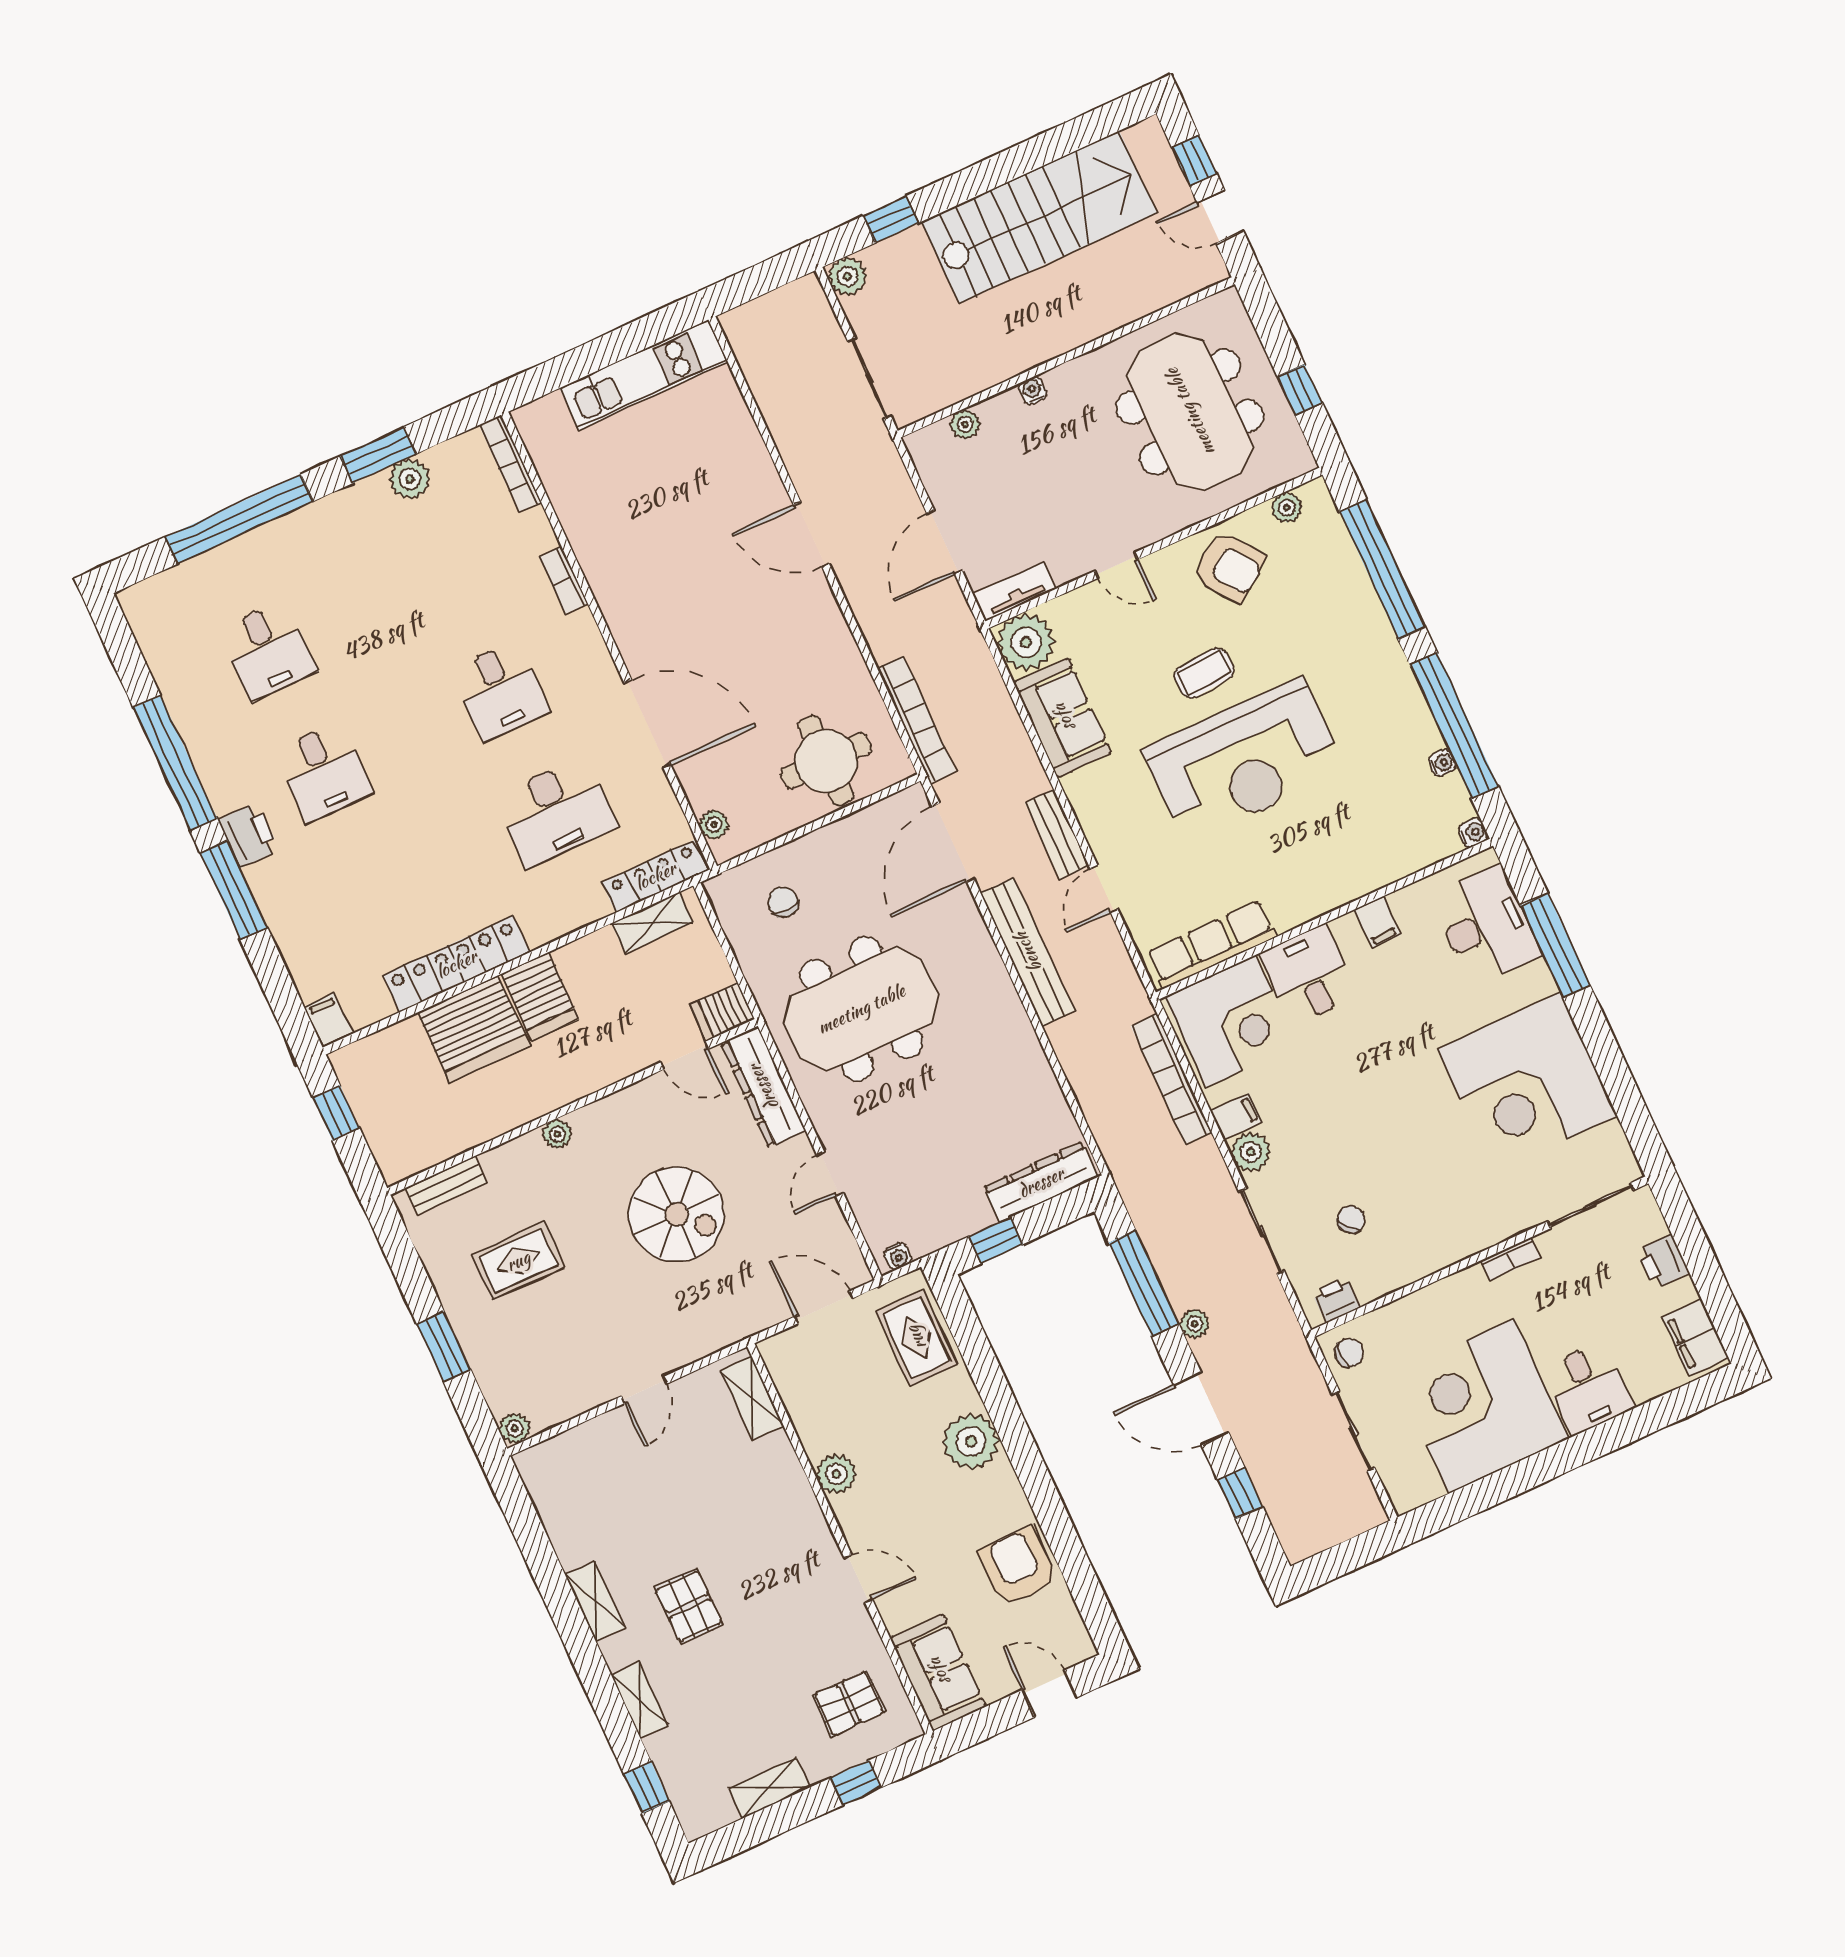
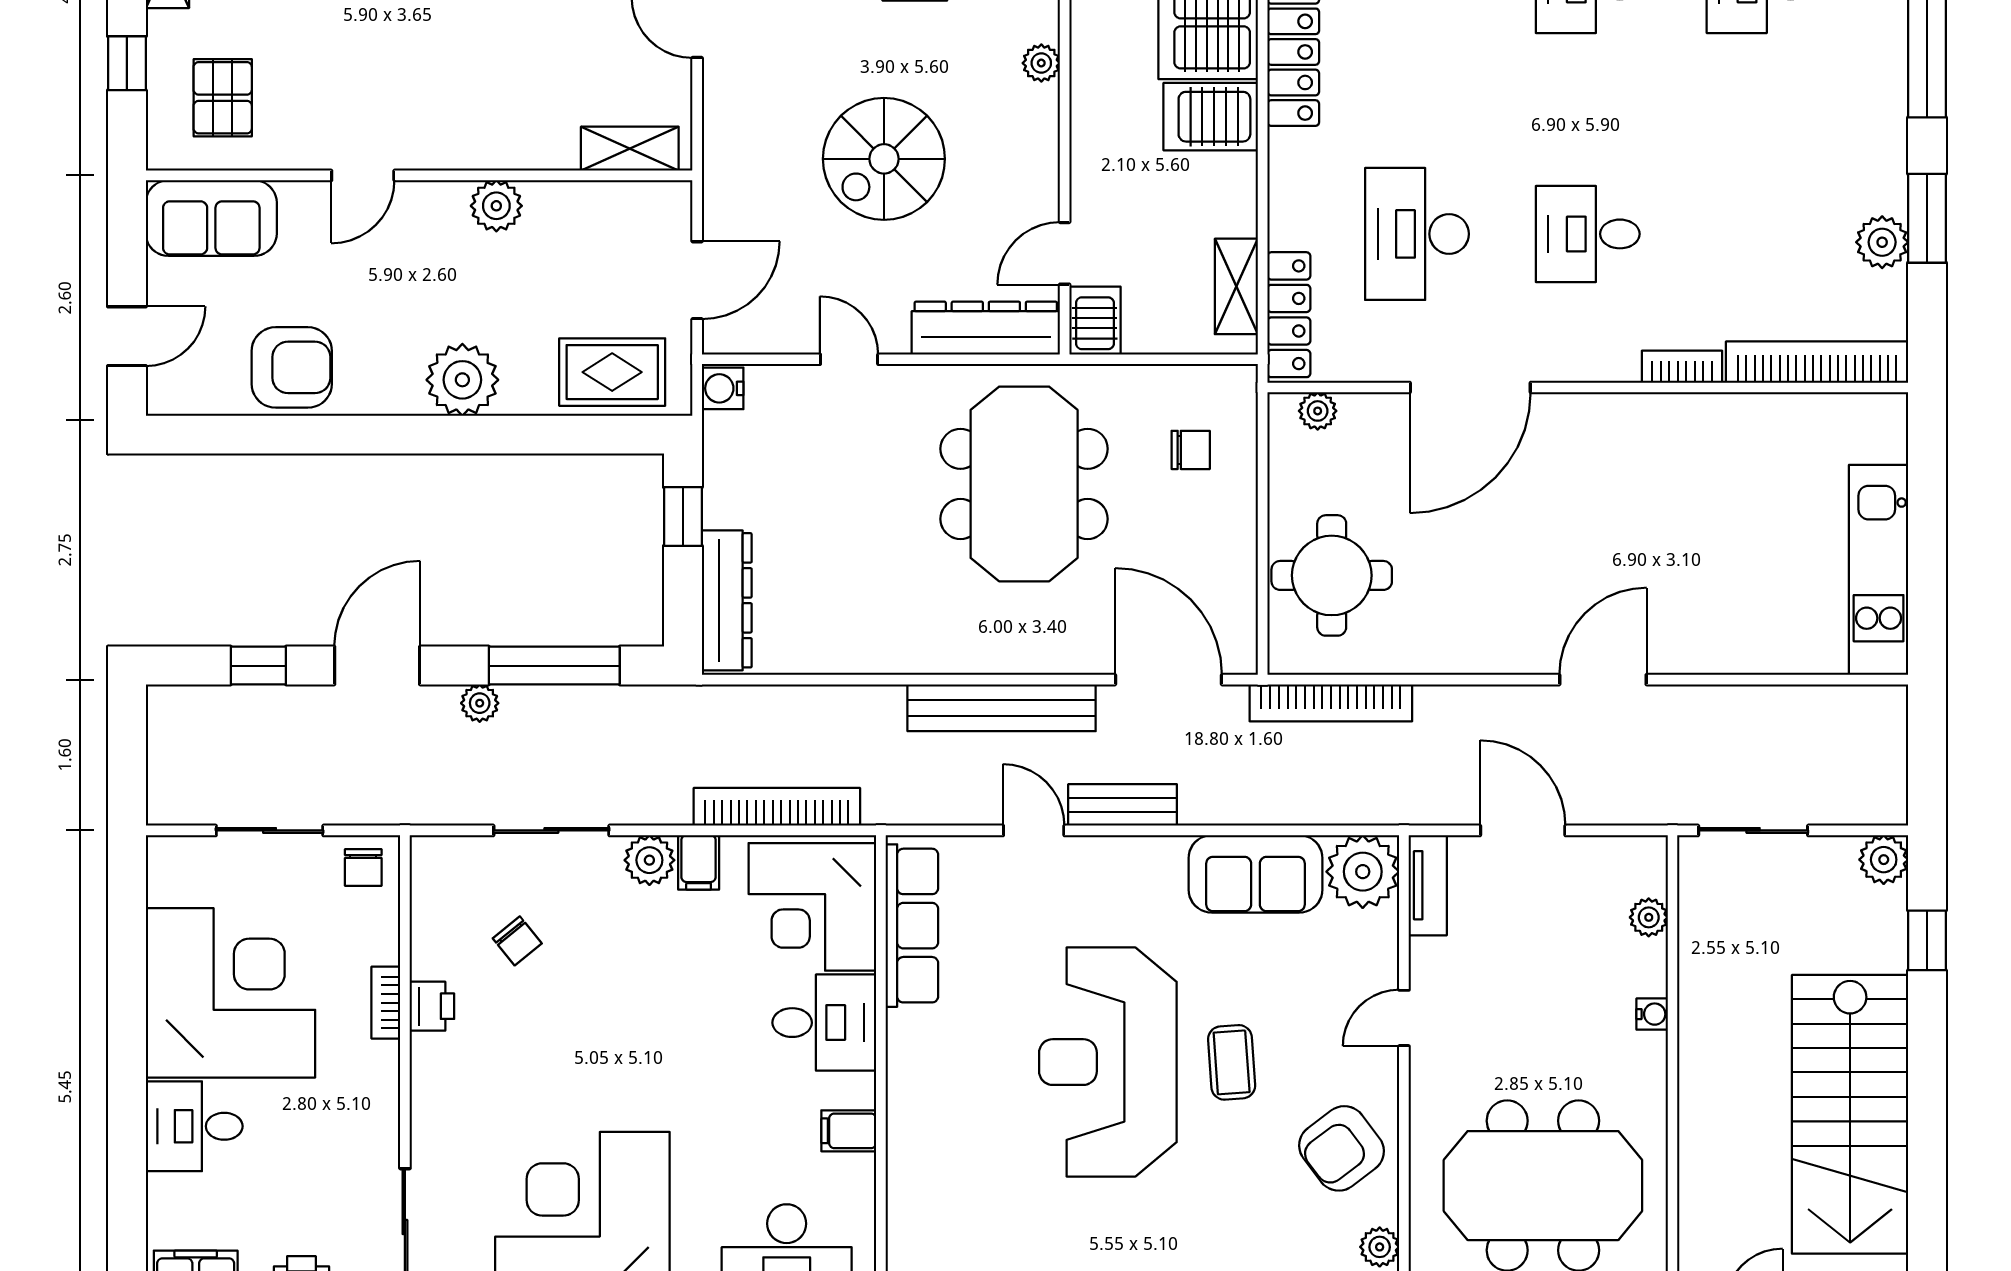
bookcase: (510, 464) -> (1817, 362), width x1.48, depth x1.31
water cooler: (898, 1256) -> (723, 388), width x1.38, depth x1.38
bookcase: (1510, 1259) -> (386, 1003), moved
printer: (1336, 1300) -> (432, 1006), moved

